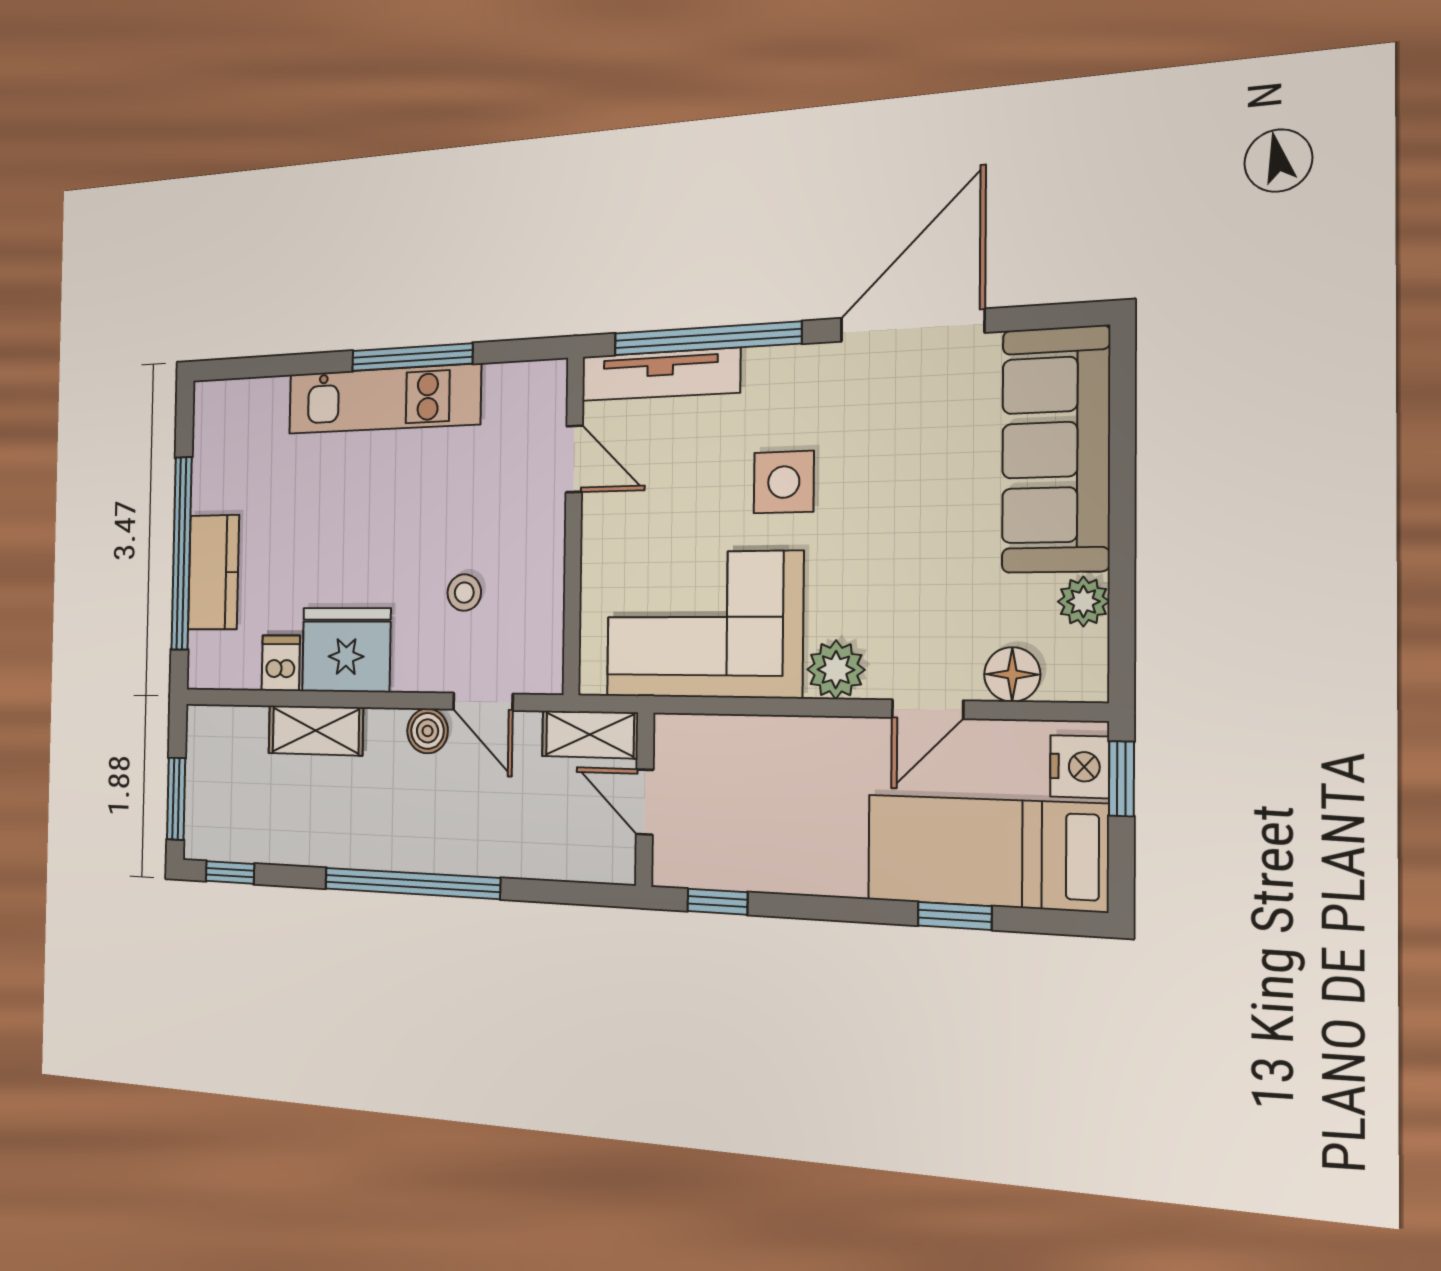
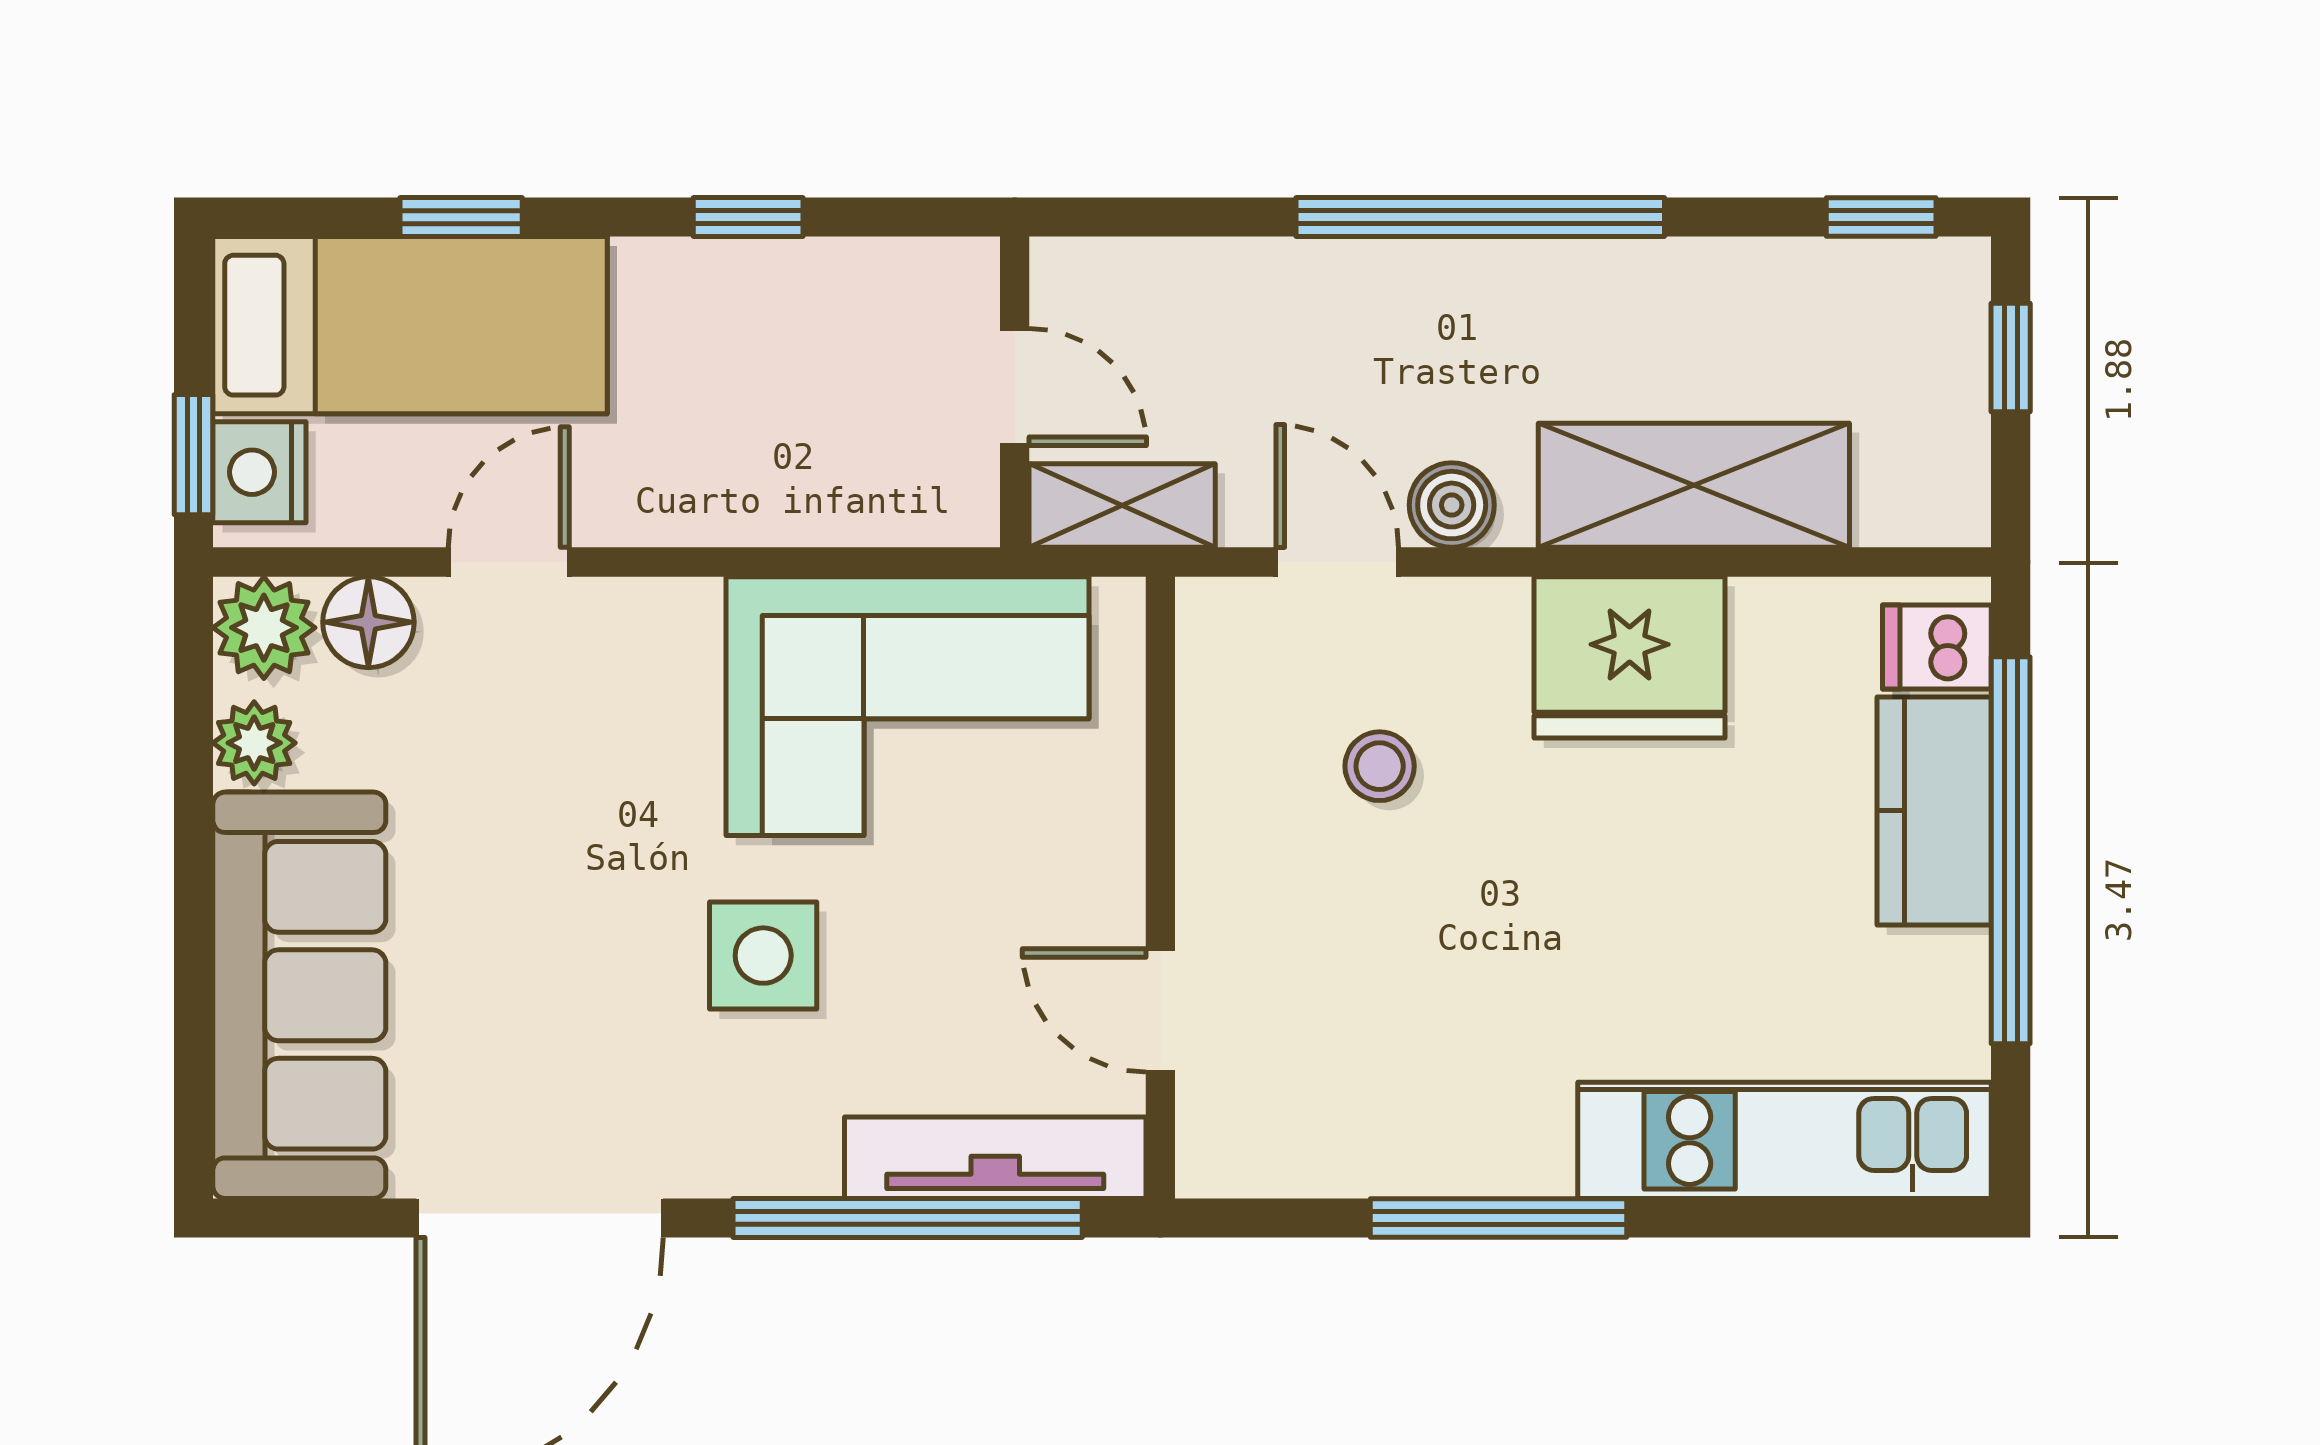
kitchen unit: (383, 399) -> (1785, 1140), moved
dishwasher: (281, 663) -> (1937, 647), moved, turned 90
plant: (836, 670) -> (264, 628), moved
shelving: (316, 730) -> (1694, 485), width x1.50, depth x1.33
window: (176, 799) -> (2011, 357), width x0.67
window: (717, 902) -> (748, 217), moved

